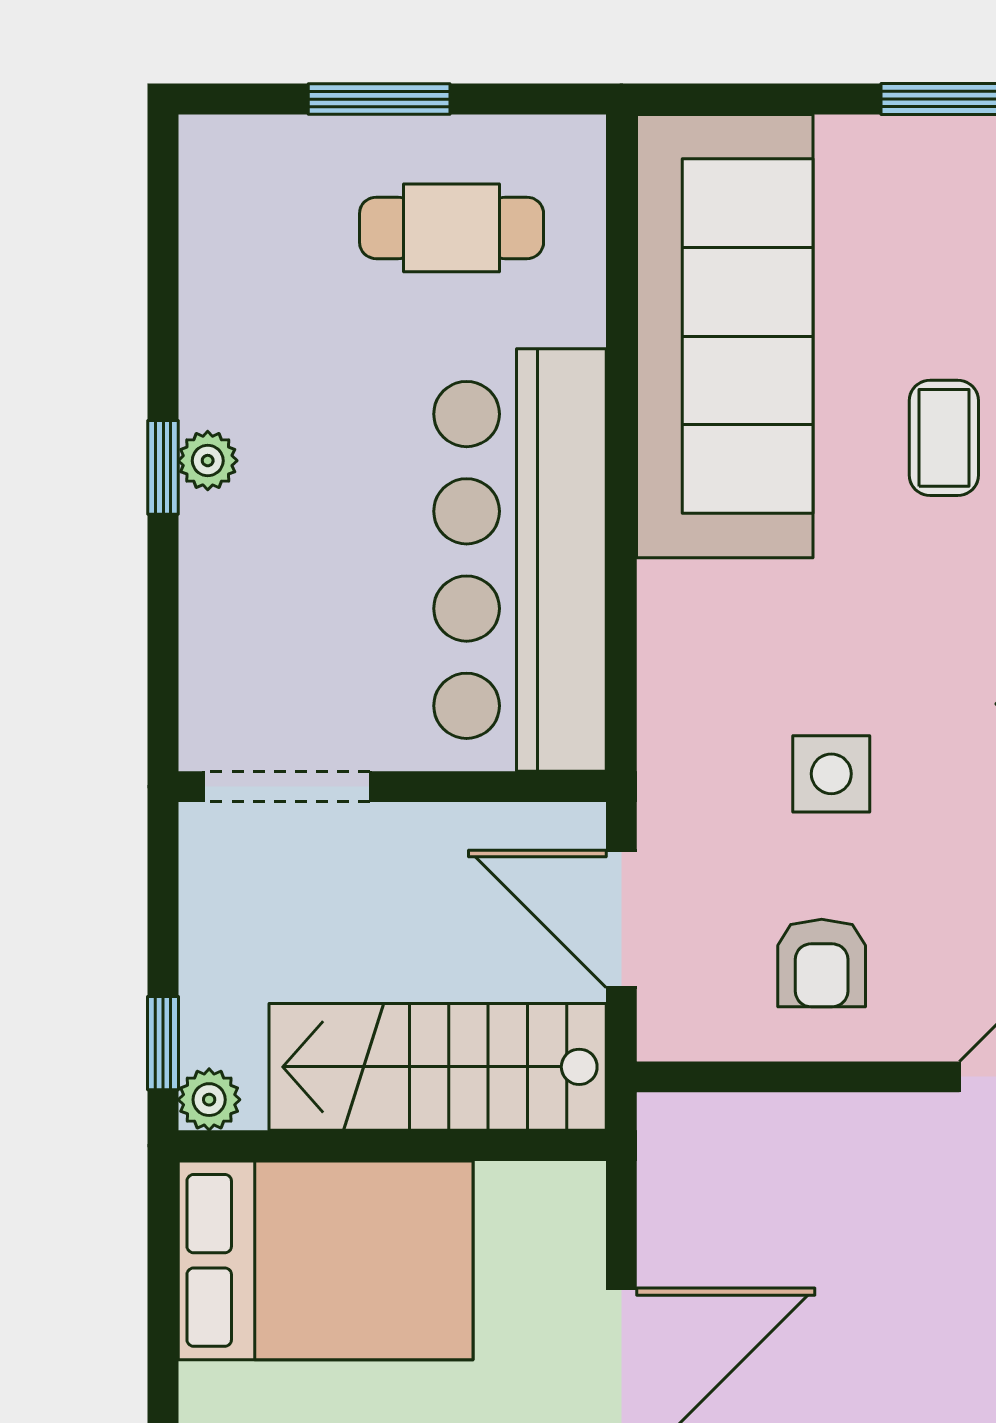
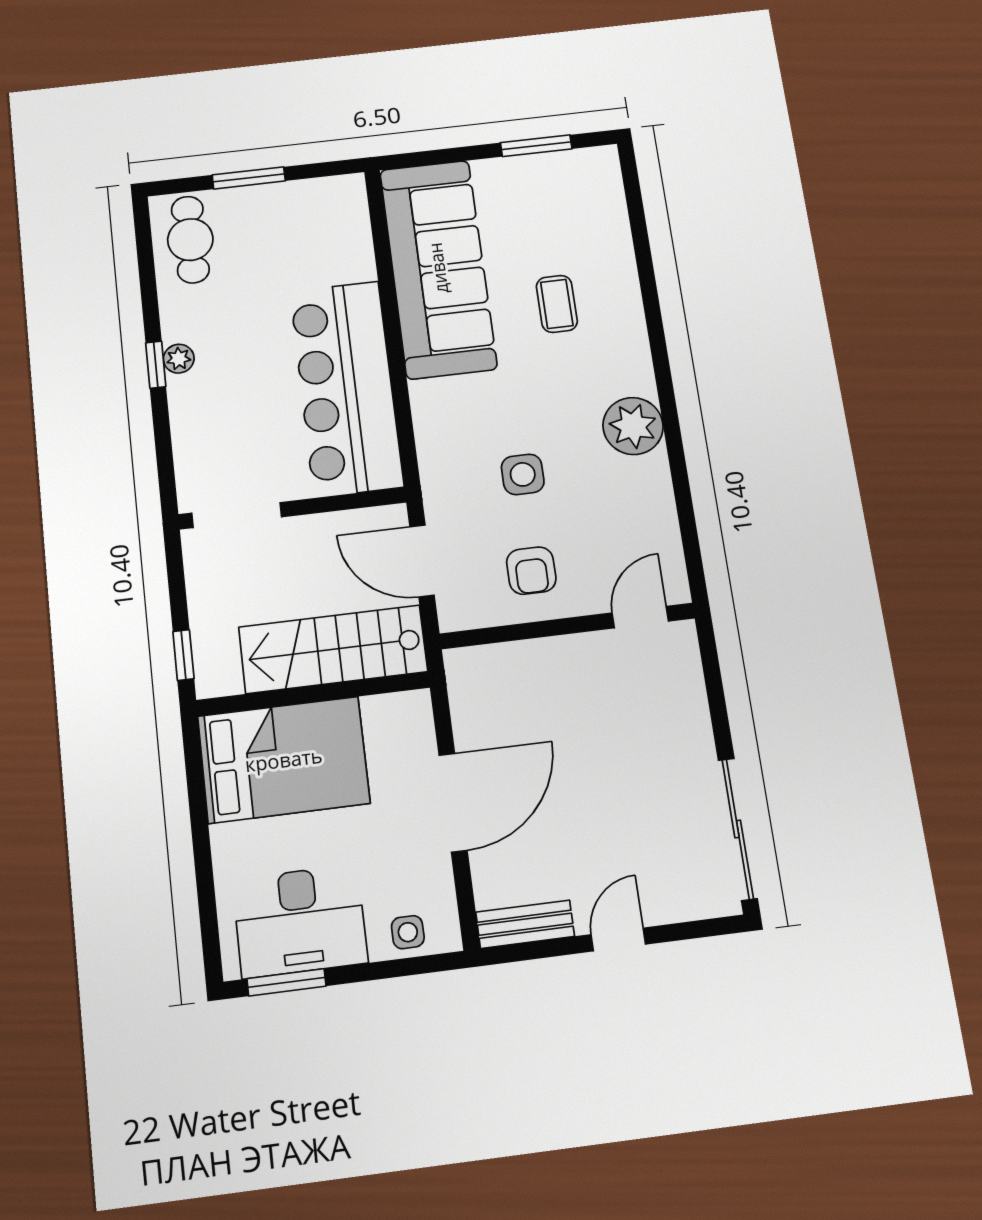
cafe table: (452, 228) -> (190, 240), moved, turned 90
plant: (209, 1100) -> (211, 682), removed

